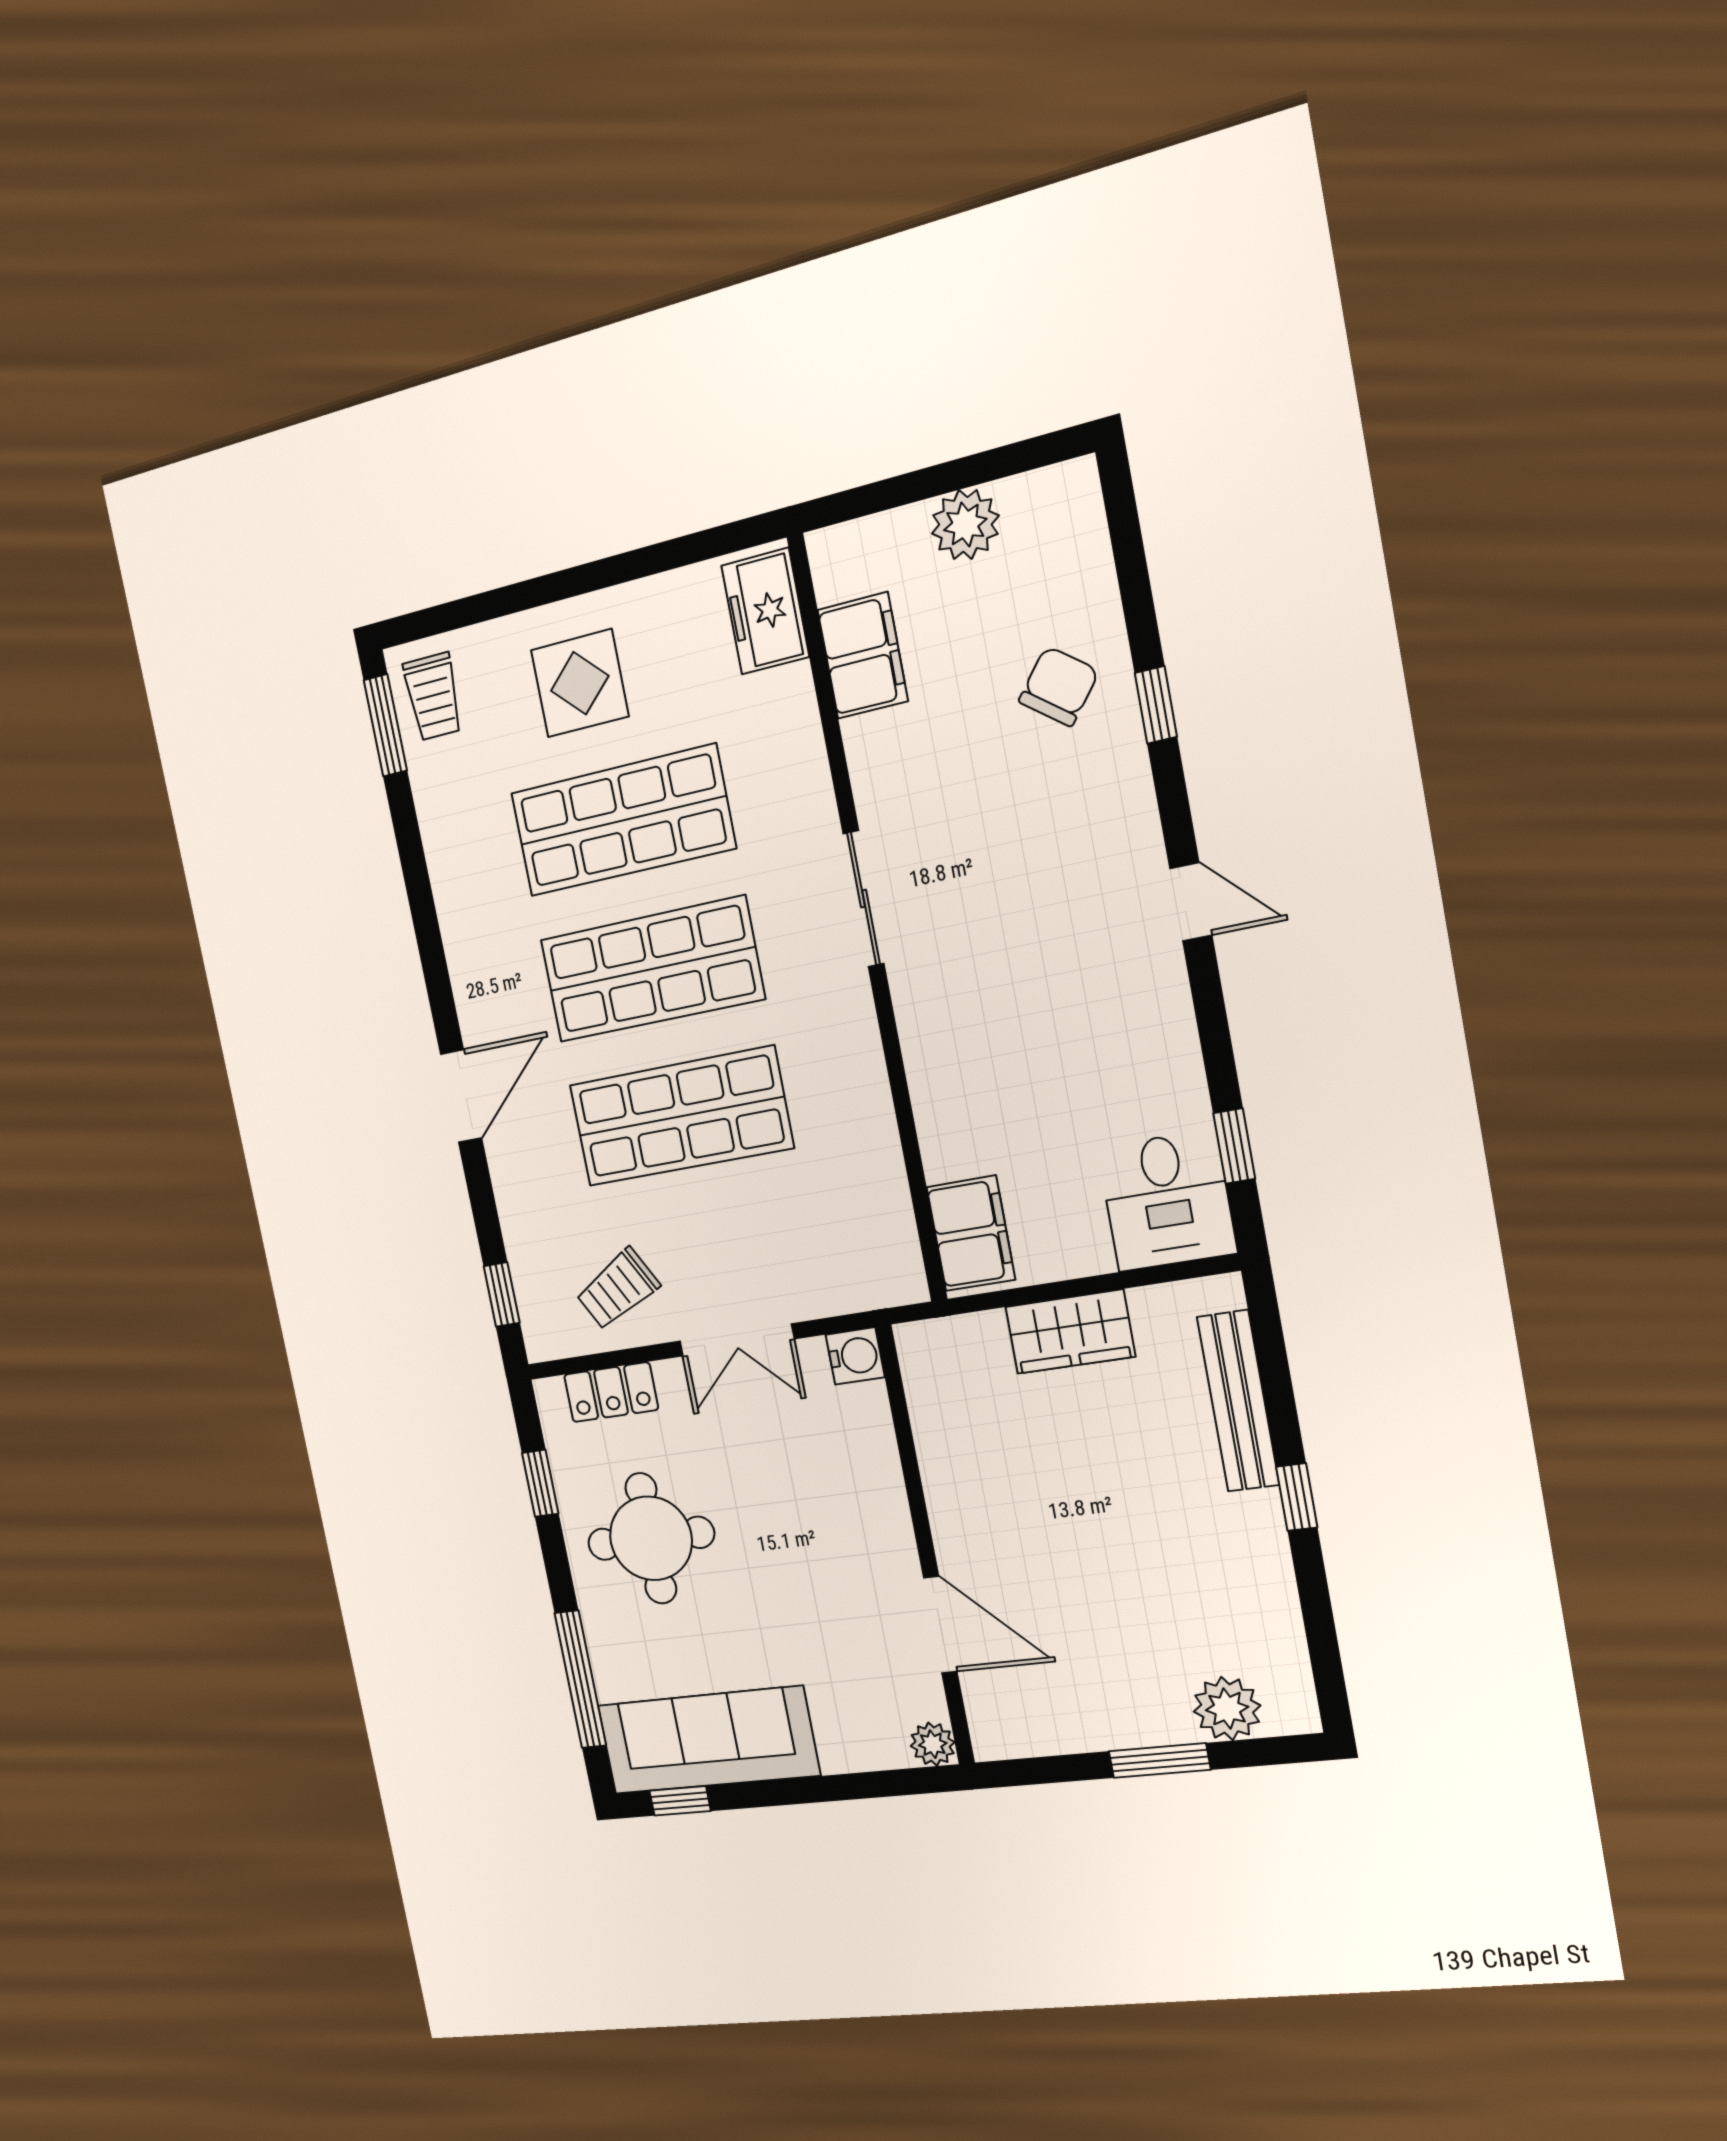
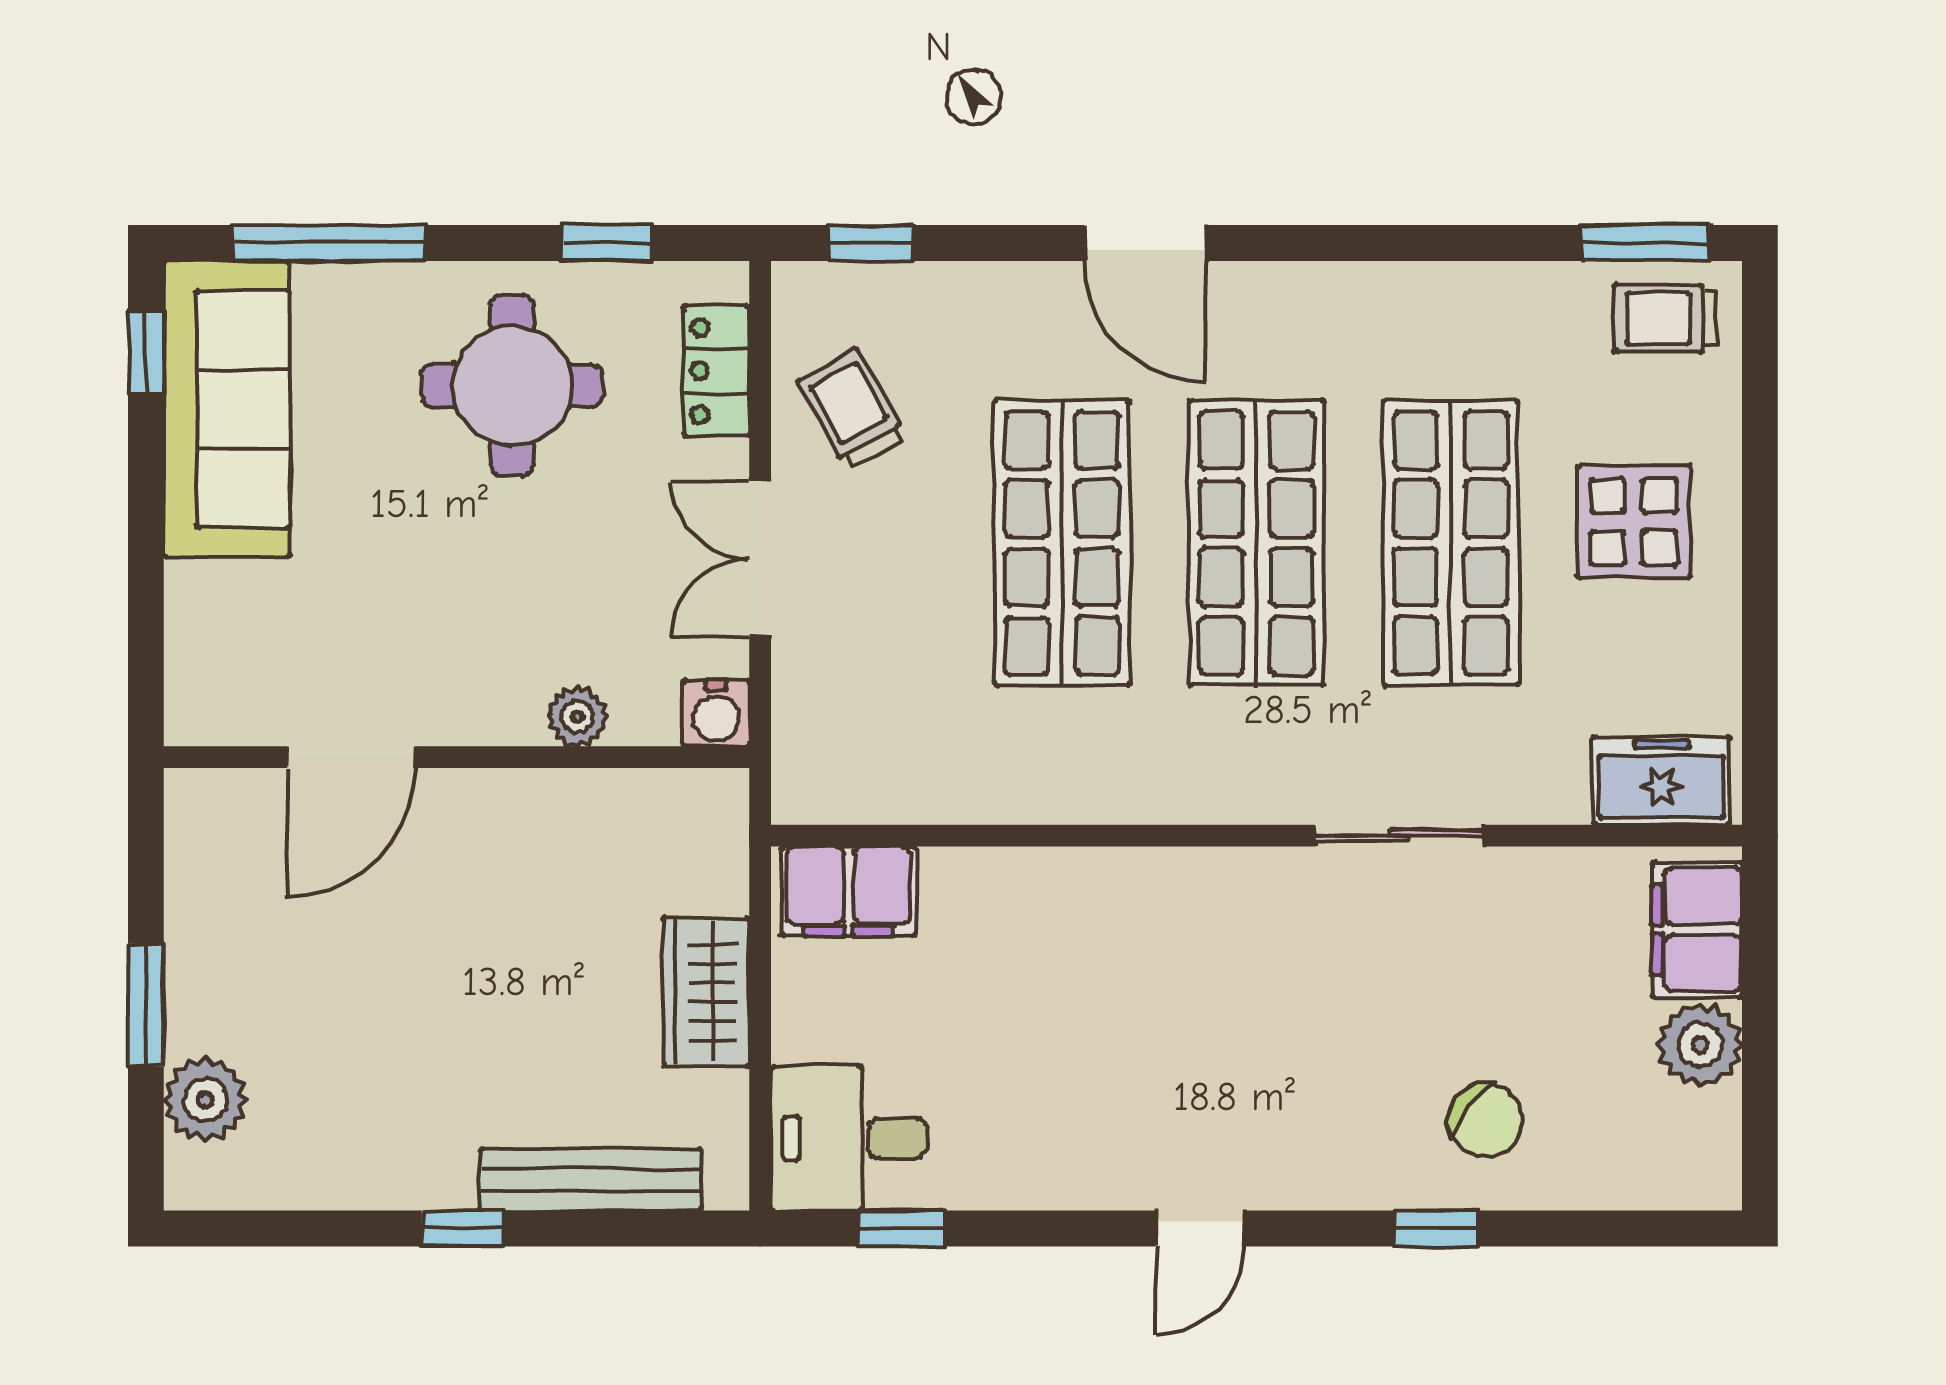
filing cabinet: (863, 656) -> (1697, 929), moved, turned 90
sliding door: (864, 899) -> (1399, 836), moved
plant: (933, 1744) -> (577, 717), moved

